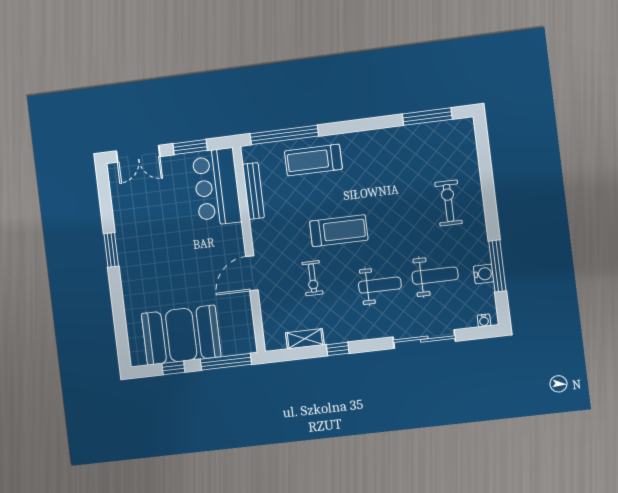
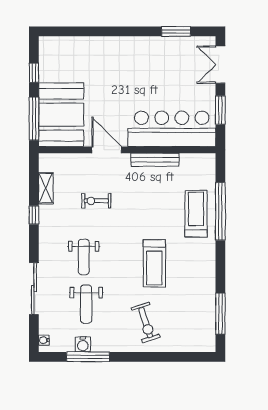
window: (284, 135) -> (220, 211), moved
bar counter: (217, 187) -> (172, 129), width x1.36
bench: (253, 191) -> (155, 160), moved
exercise bike: (449, 203) -> (146, 323), turned 72
treadmill: (339, 231) -> (154, 263), moved
window: (111, 250) -> (176, 31), moved
booth: (181, 335) -> (61, 115), moved

